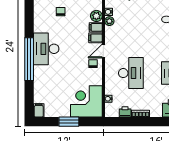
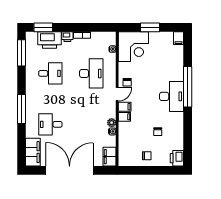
plant: (96, 16) -> (124, 128), removed
desk: (131, 73) -> (91, 73), turned 180
printer: (125, 112) -> (67, 37), moved

